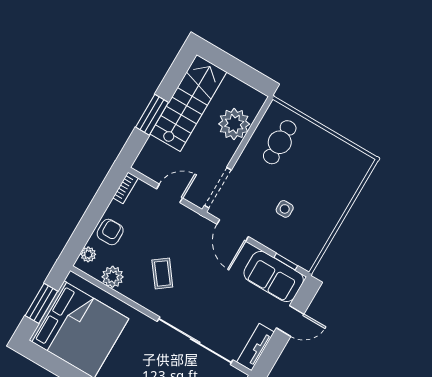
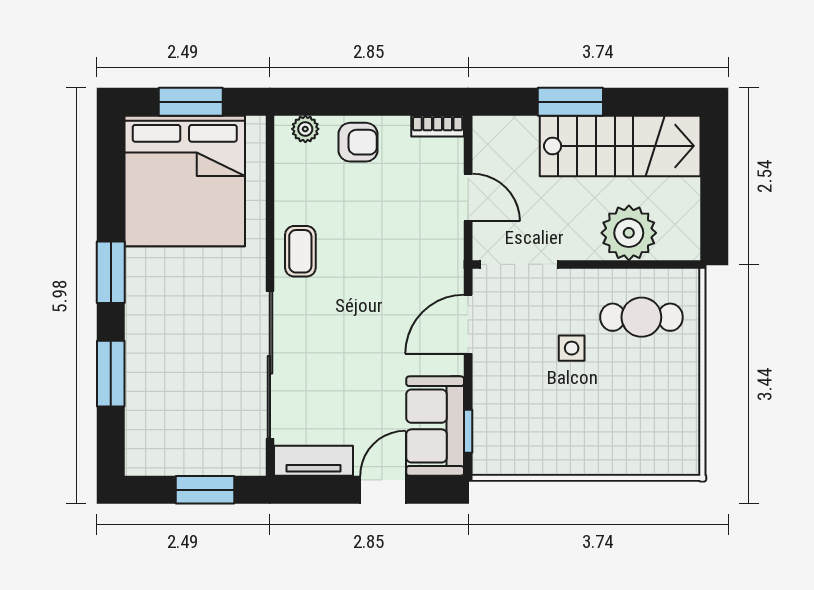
side table: (285, 209) -> (572, 348), moved
coffee table: (162, 273) -> (300, 251), moved, turned -53
plant: (113, 277) -> (293, 185), removed
door: (290, 321) -> (383, 490), swing flipped

